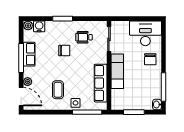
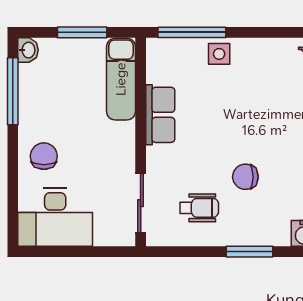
exam couch: (117, 71) -> (121, 79), moved
row of seats: (101, 83) -> (160, 115), width x0.68
coffee table: (58, 90) -> (260, 85), removed

